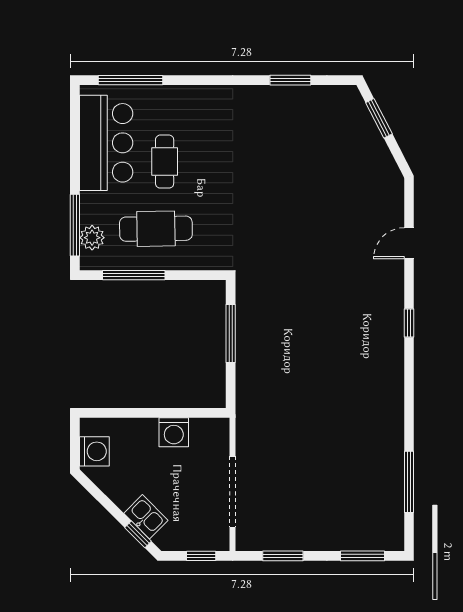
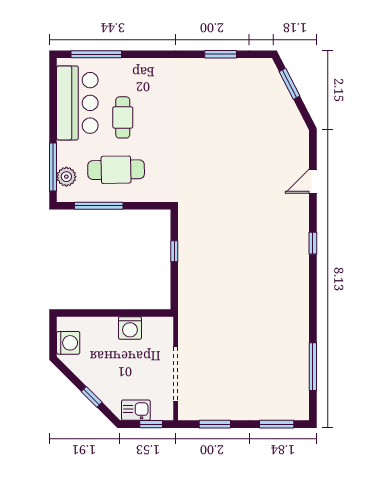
window: (231, 334) -> (174, 251), width x0.46
kitchen sink: (146, 517) -> (136, 410), moved, turned -45
window: (138, 534) -> (92, 397), moved

